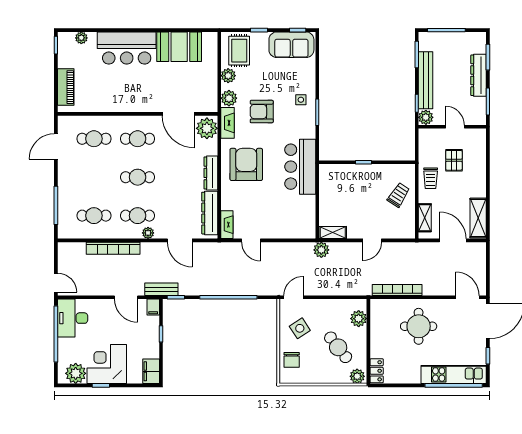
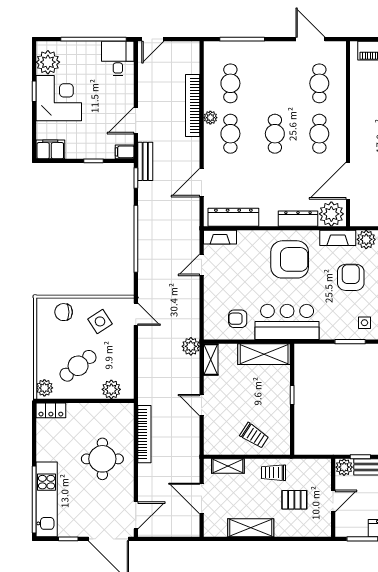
dresser: (211, 173) -> (298, 219), moved
shelving: (328, 187) -> (264, 354), added
armchair: (297, 209) -> (238, 319), added
shelving: (478, 218) -> (251, 528), moved
plant: (148, 233) -> (210, 118), moved
door: (453, 240) -> (202, 498), swing flipped
desk: (73, 318) -> (118, 59), width x0.73

